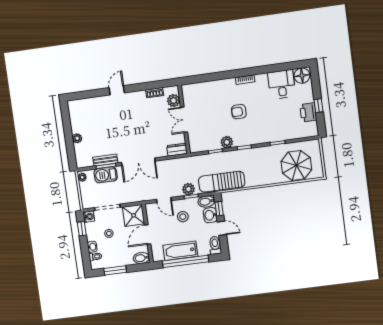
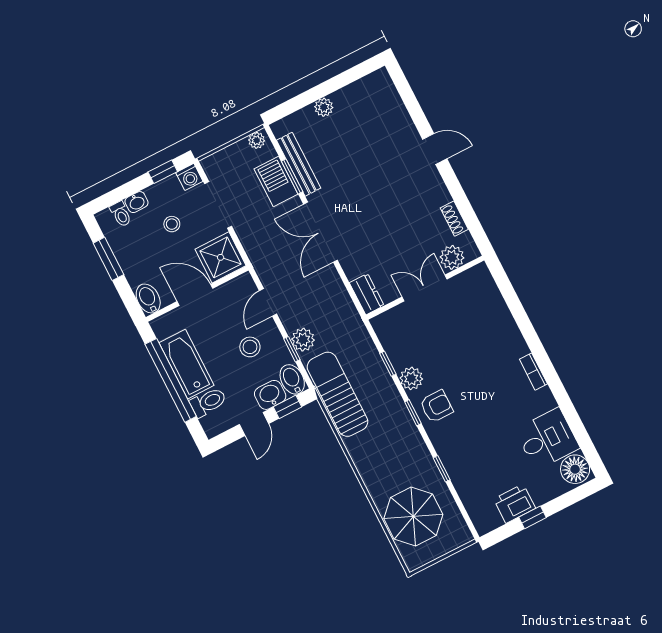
armchair: (239, 112) -> (437, 406), moved, turned 90
bench: (105, 160) -> (299, 164), width x1.36
toilet: (215, 245) -> (208, 402), moved

